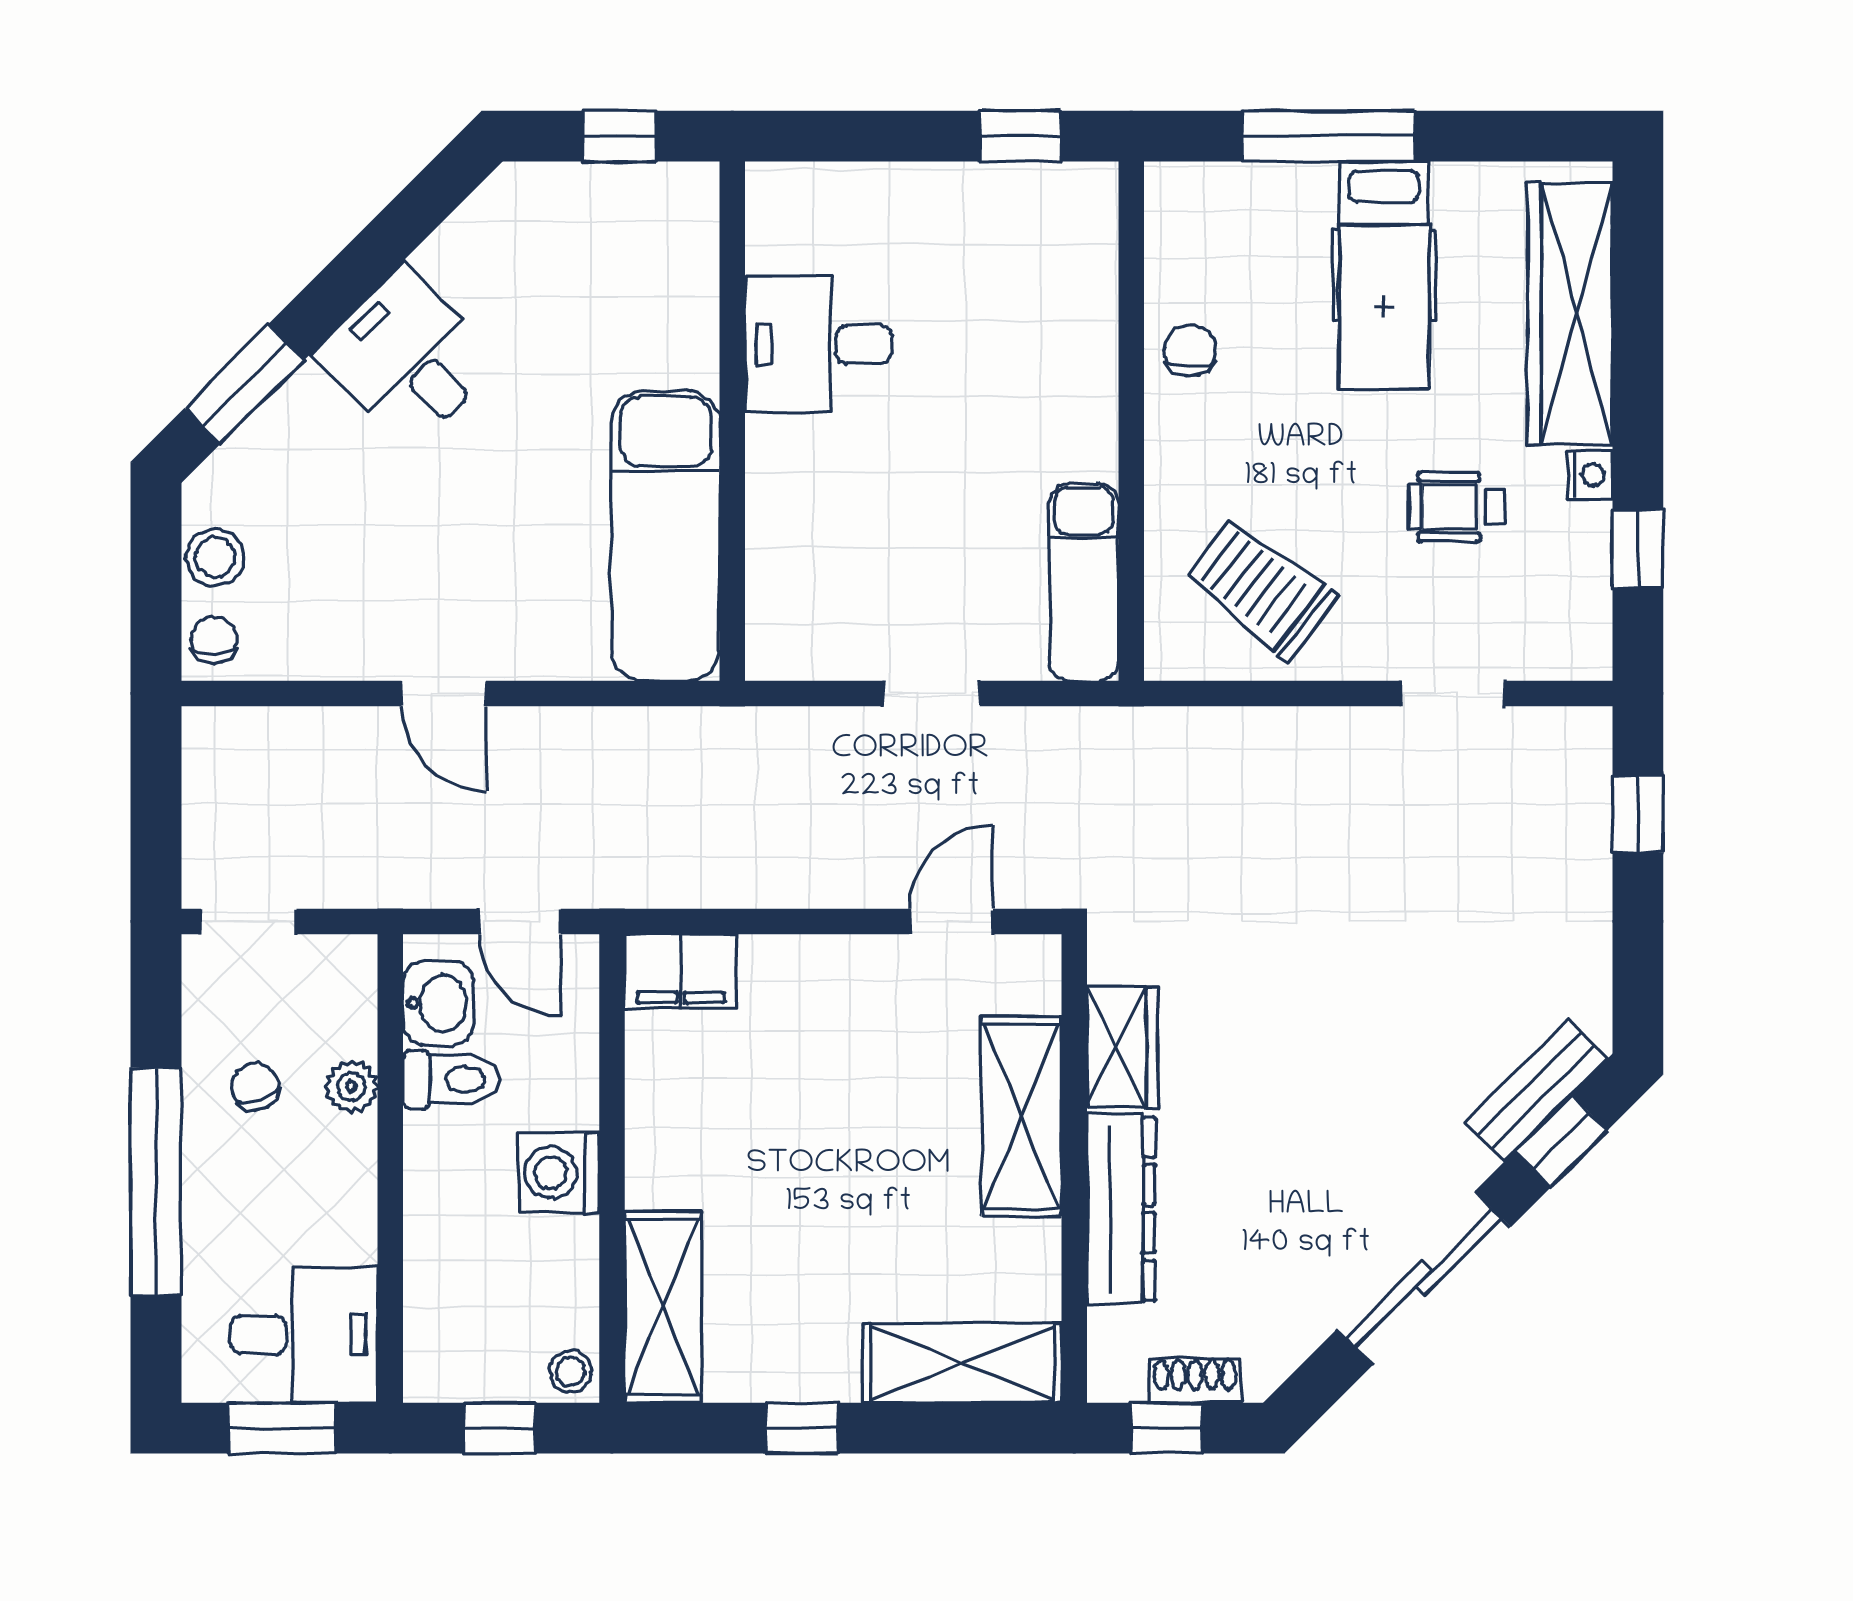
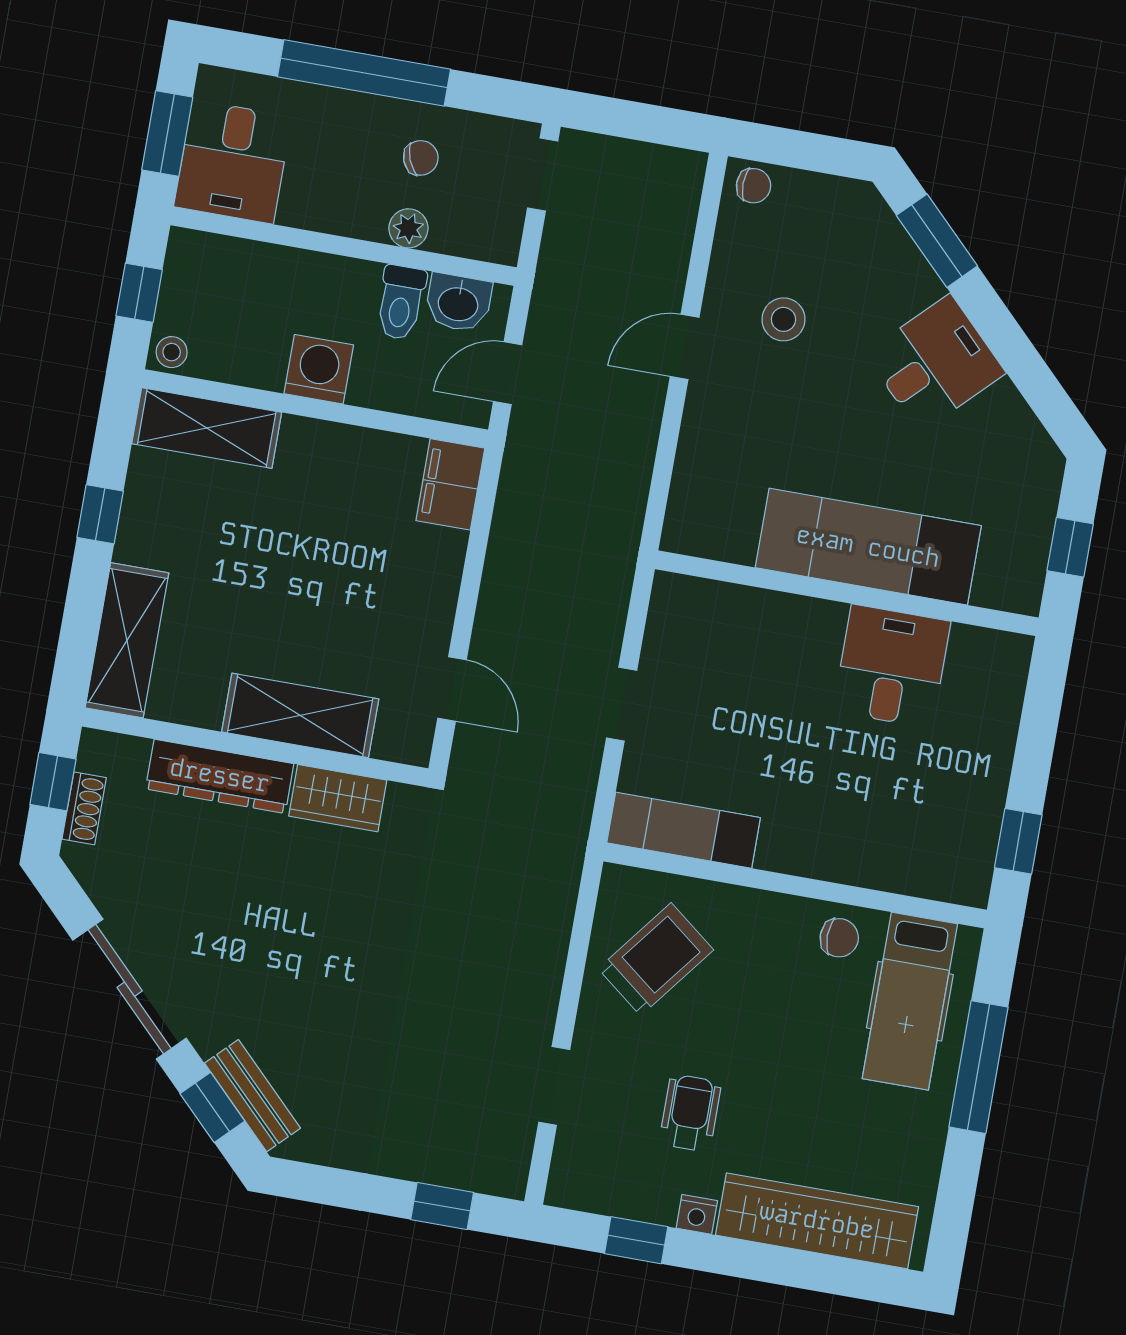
hospital bed: (1384, 275) -> (910, 1001), moved, turned -90
exam couch: (665, 536) -> (868, 547), moved
stool: (215, 557) -> (783, 319), moved

